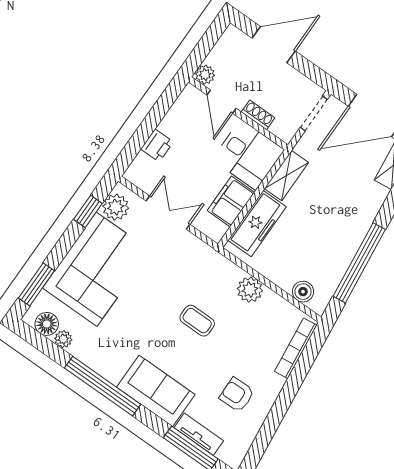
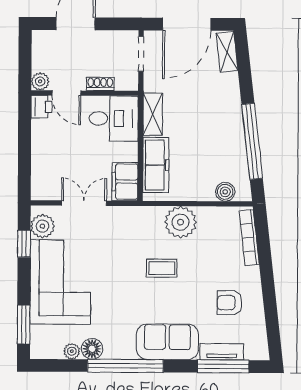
printer: (157, 145) -> (41, 107), moved
filing cabinet: (231, 201) -> (125, 182), moved
plant: (250, 290) -> (181, 222), width x1.36, depth x1.36
floor lamp: (47, 324) -> (92, 349), moved

